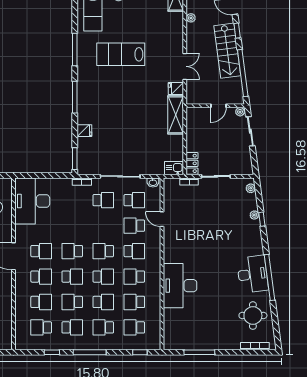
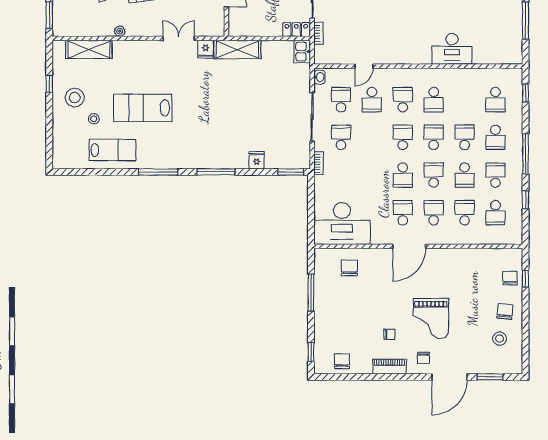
lab bench: (121, 54) -> (143, 108), moved, turned 90
school desk: (103, 251) -> (403, 137), turned 180
desk: (180, 286) -> (452, 49), width x0.73, depth x0.77
school desk: (134, 302) -> (465, 100), removed

